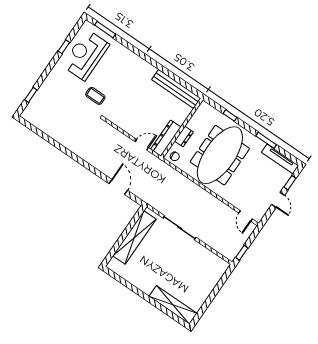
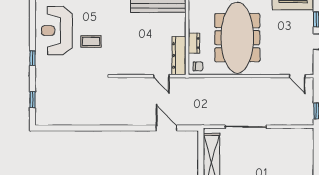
window: (64, 47) -> (33, 58), moved
coffee table: (95, 96) -> (91, 41), moved
door: (142, 145) -> (161, 76), swing flipped

